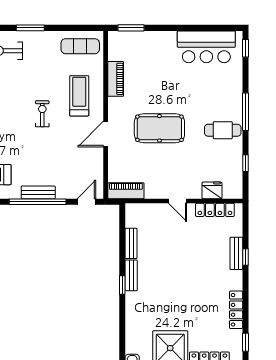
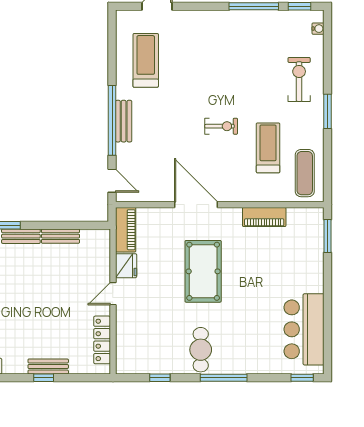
treadmill: (79, 96) -> (268, 148), moved, turned -90
door: (106, 134) -> (196, 205), width x1.36
fridge: (212, 190) -> (126, 266), moved

